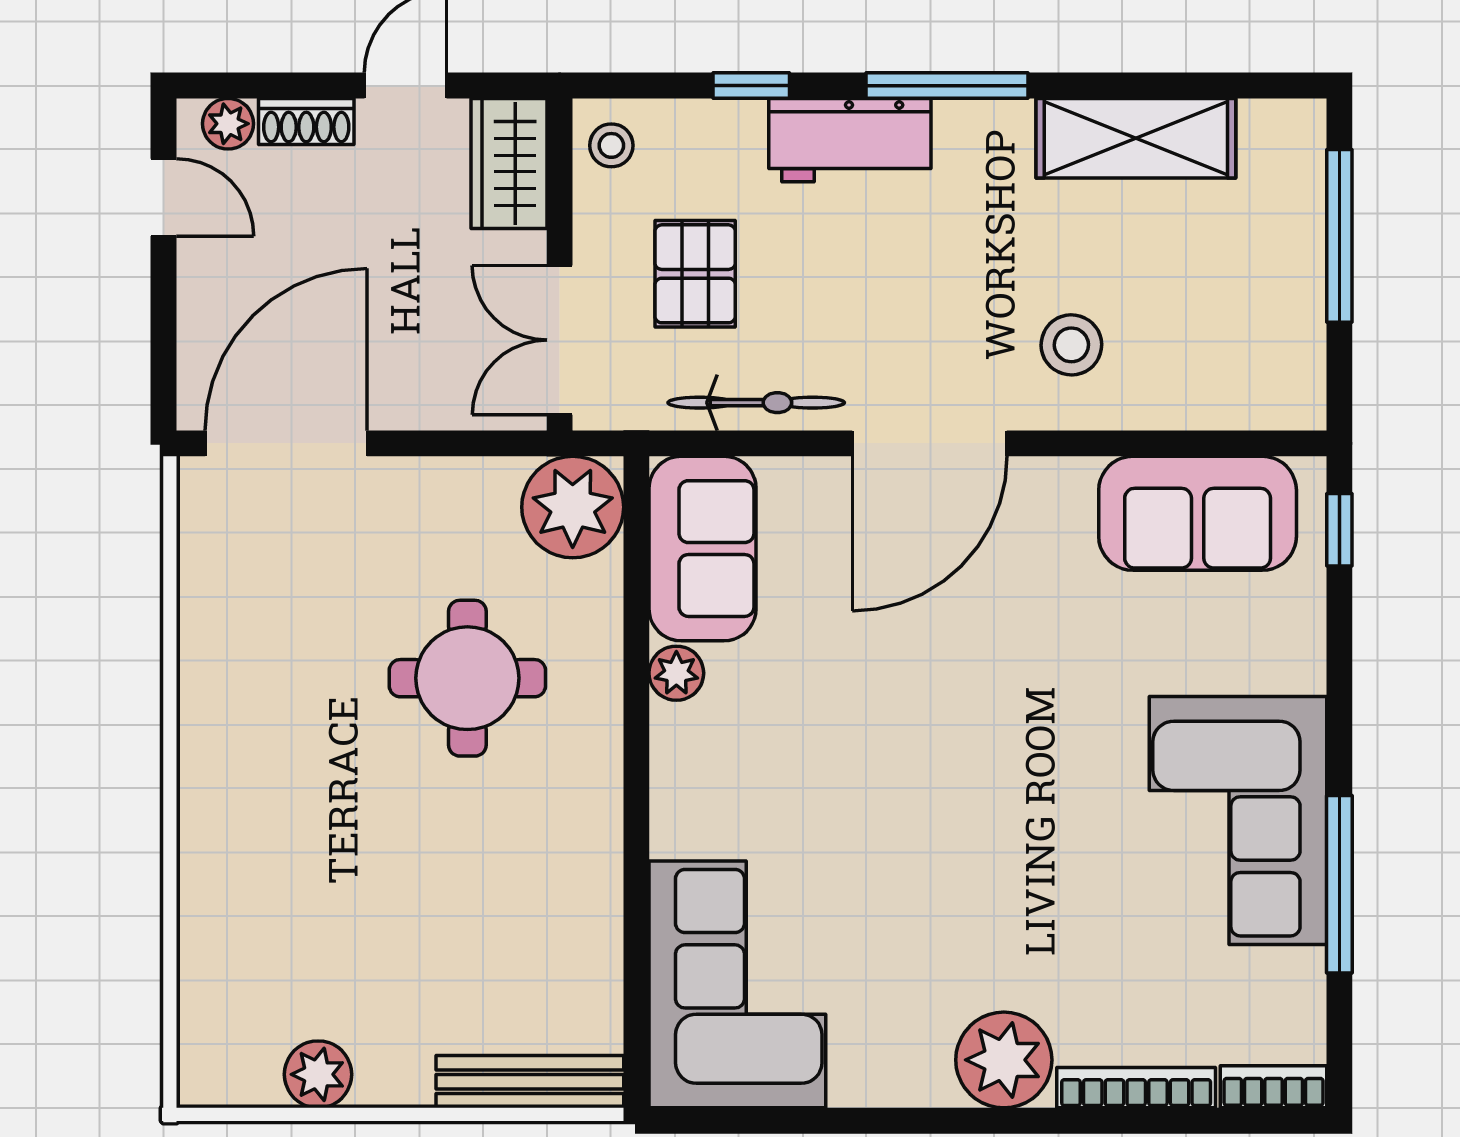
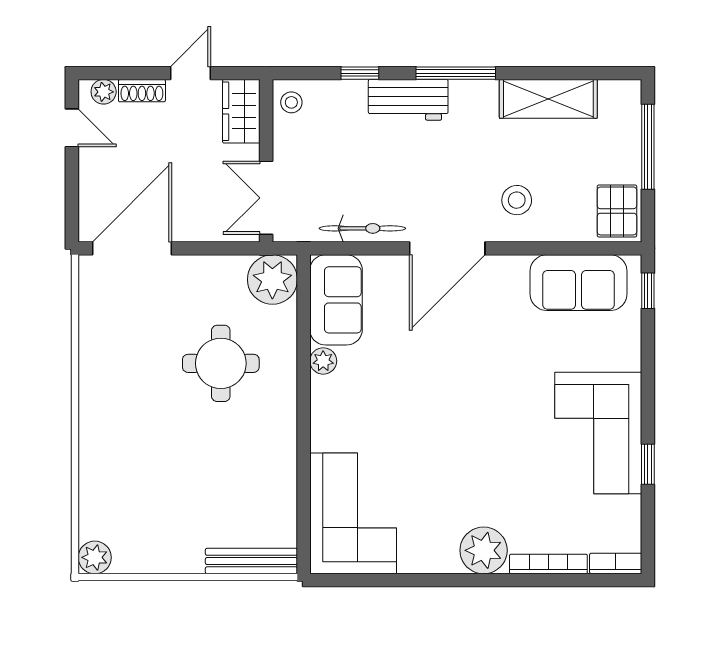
pallet: (695, 274) -> (617, 211), moved
window: (1339, 884) -> (648, 464), width x0.46
plant: (318, 1074) -> (95, 557), moved

